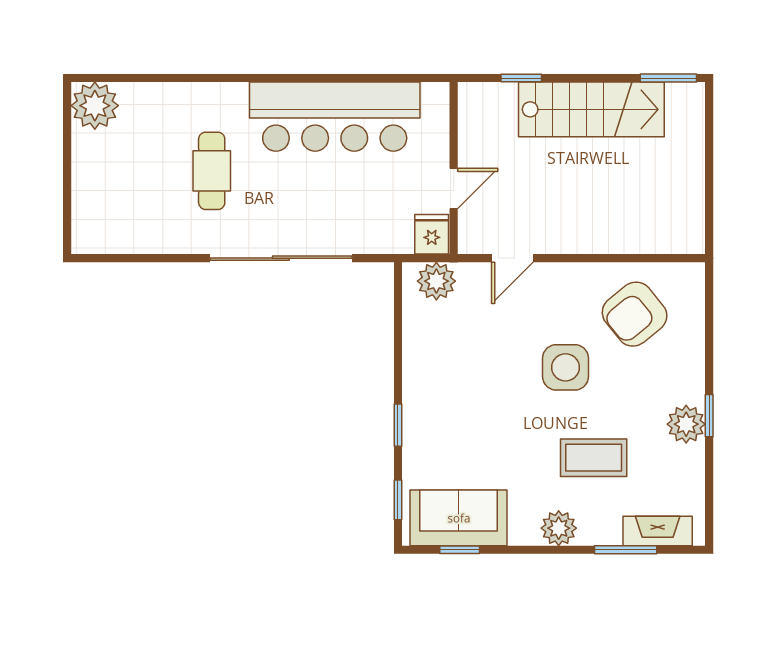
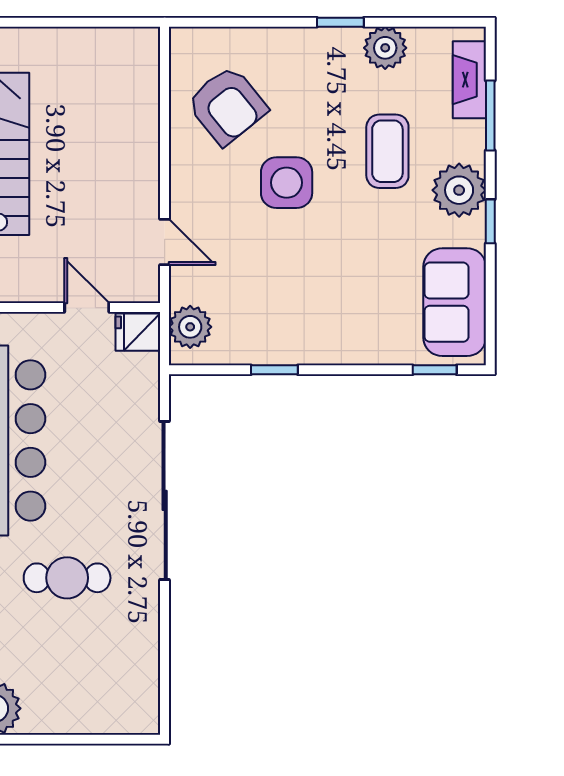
plant: (686, 424) -> (385, 48), moved
window: (398, 425) -> (274, 370), moved
plant: (559, 528) -> (459, 190), width x1.36, depth x1.36
window: (460, 550) -> (490, 221), moved

